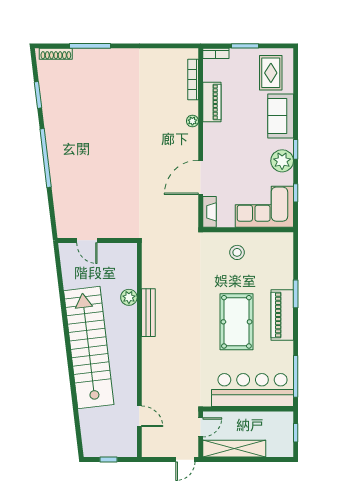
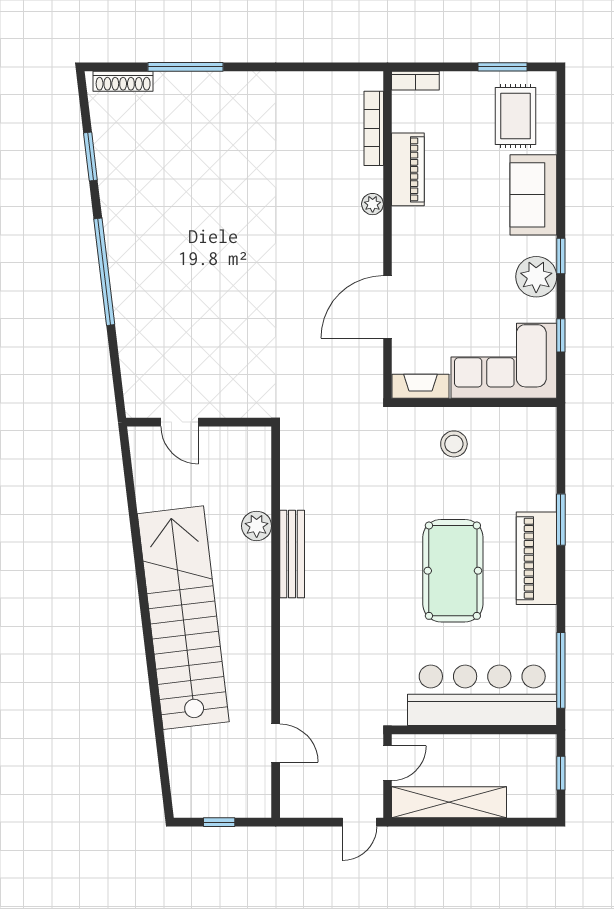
window: (245, 46) -> (502, 67), moved
fireplace: (210, 212) -> (420, 386), moved, turned -90

